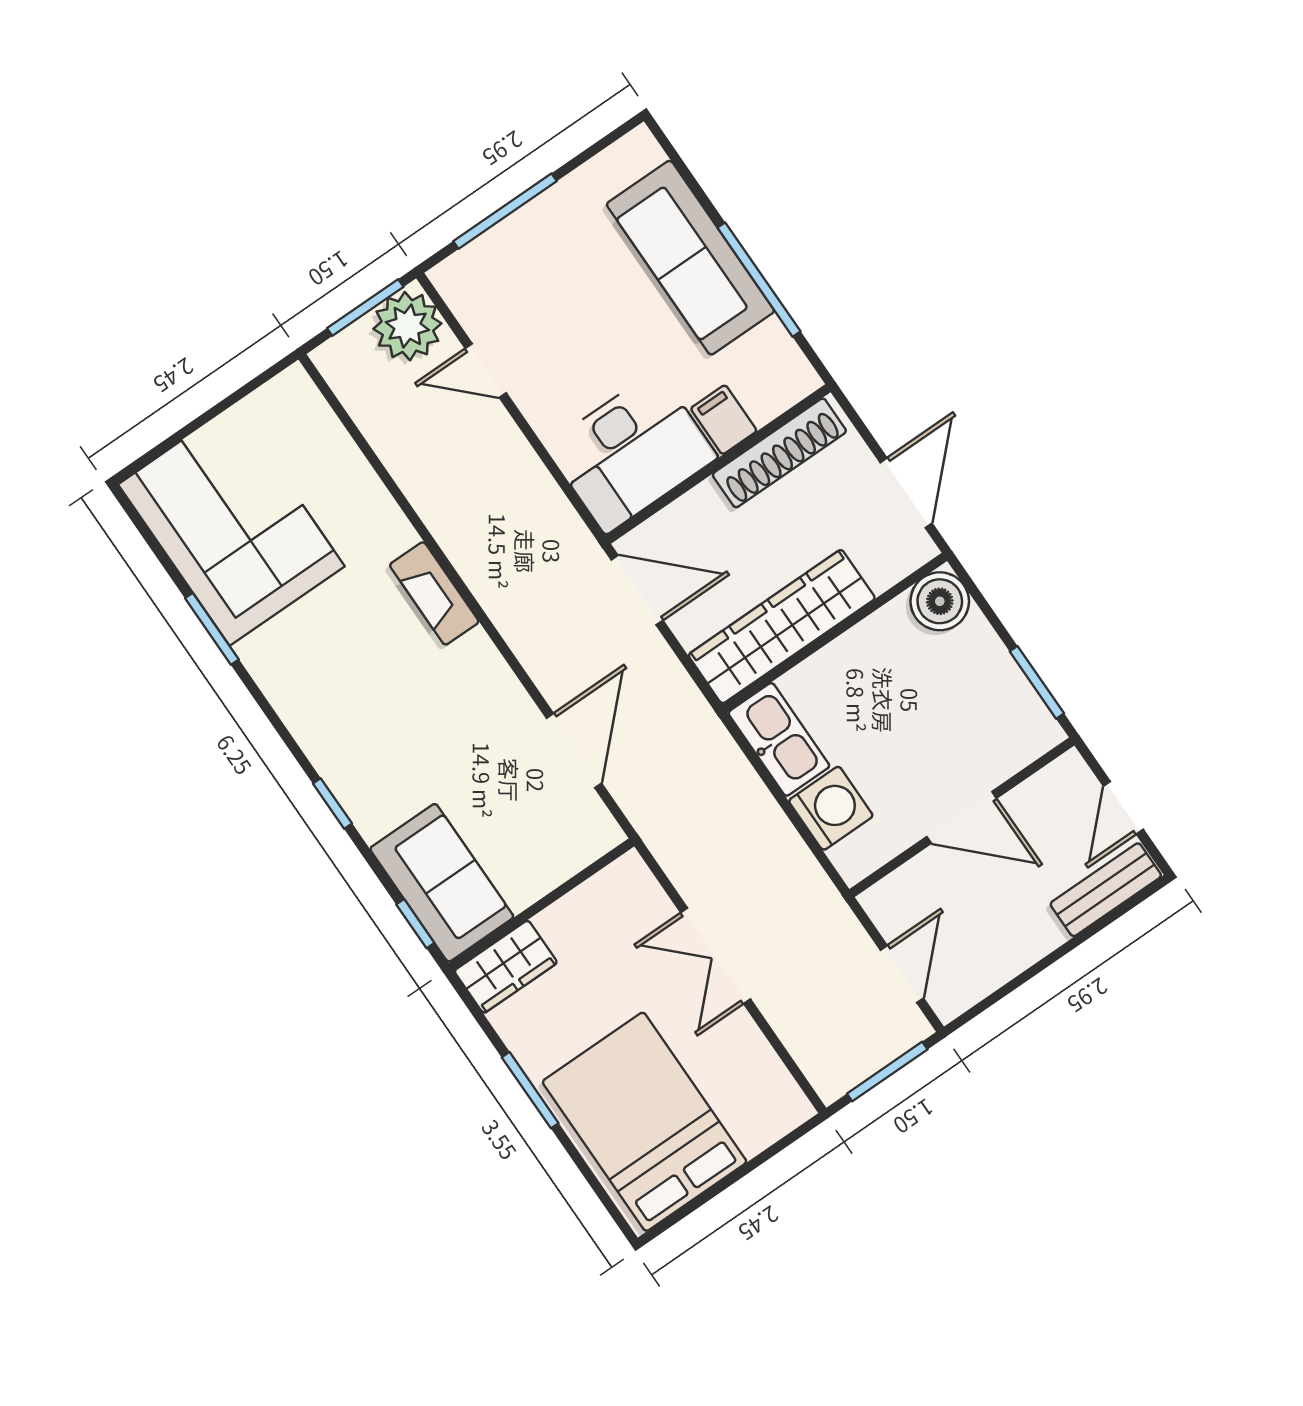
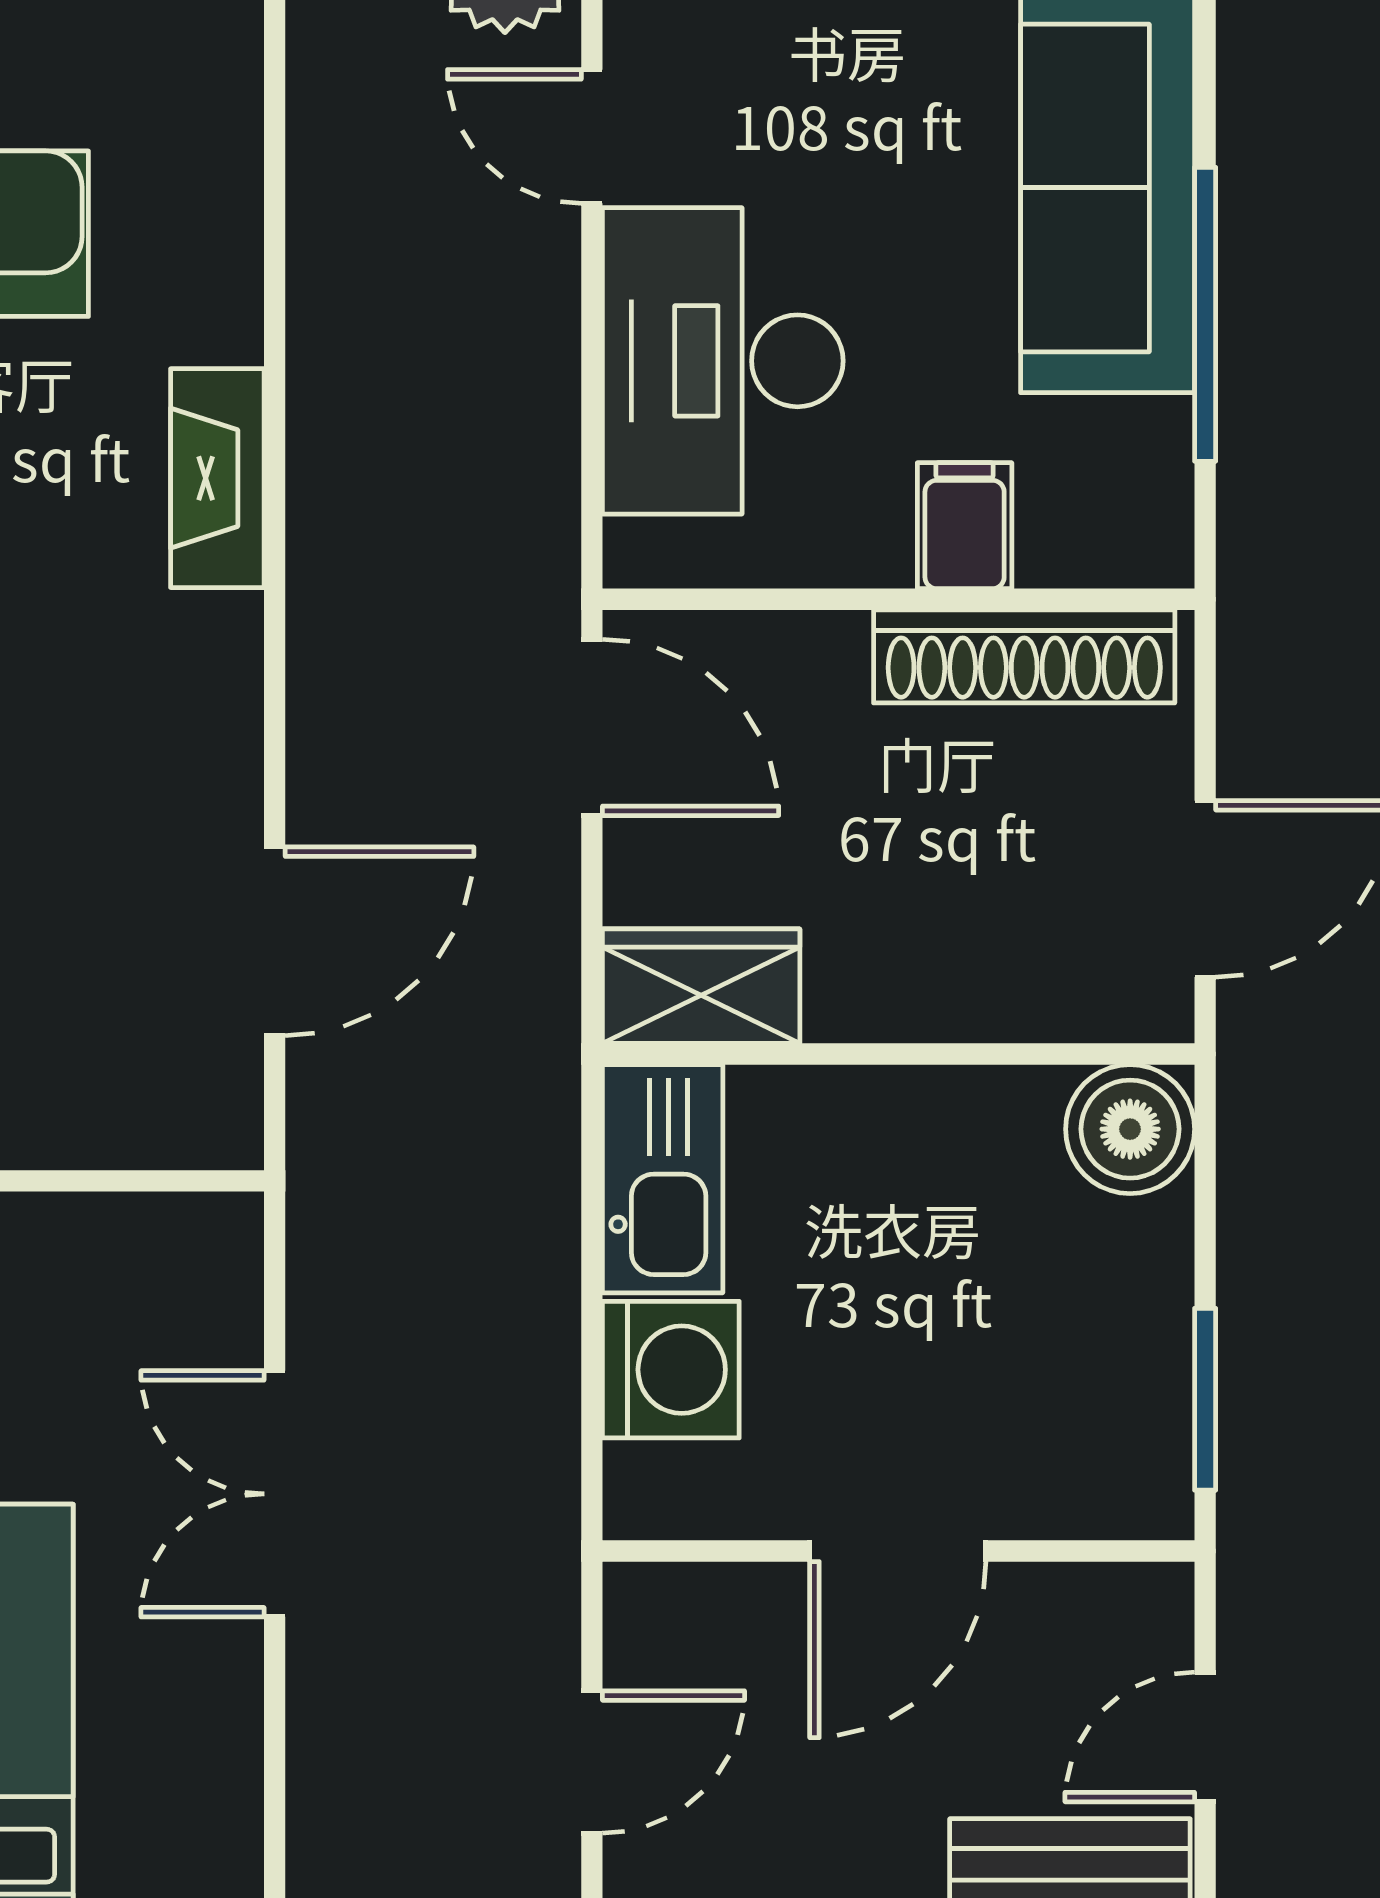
desk: (632, 452) -> (723, 361), moved, turned 90
wardrobe: (782, 627) -> (701, 986), width x0.48, depth x0.85
door: (962, 817) -> (898, 1551), hinge flipped

